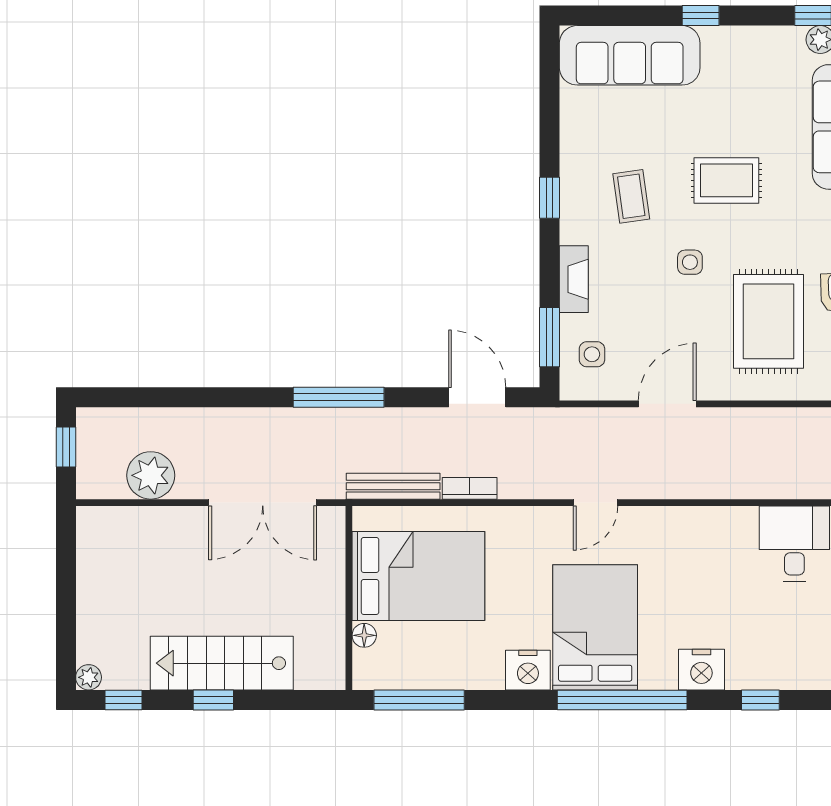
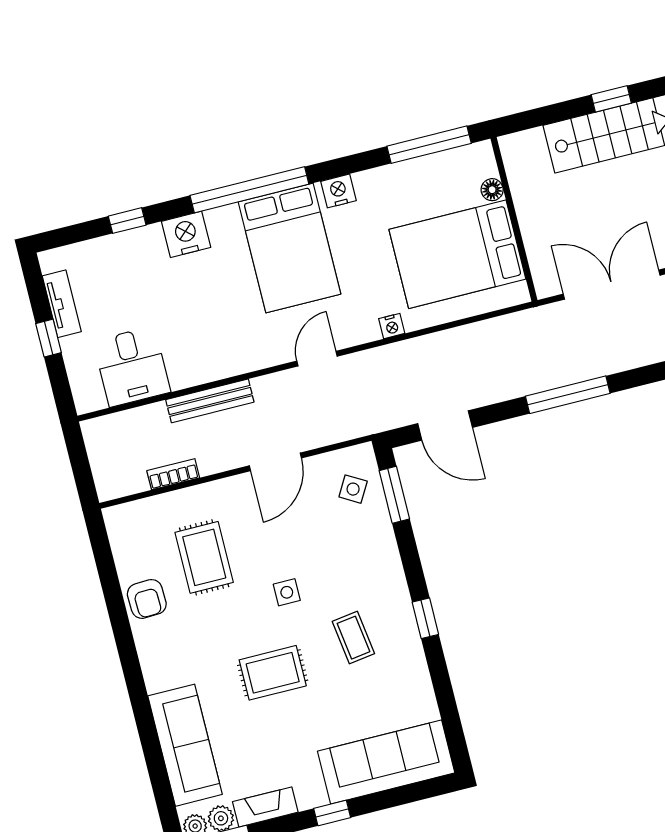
fireplace: (574, 279) -> (265, 807), moved, turned 90
rug: (768, 321) -> (204, 557), width x0.73, depth x0.70
side table: (592, 354) -> (353, 489), turned 30
bench: (393, 486) -> (210, 401), moved
bookcase: (470, 488) -> (173, 474), moved, turned 180
nightstand: (507, 517) -> (392, 326), added
nightstand: (528, 670) -> (338, 191), width x0.74, depth x0.75

